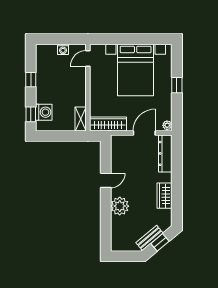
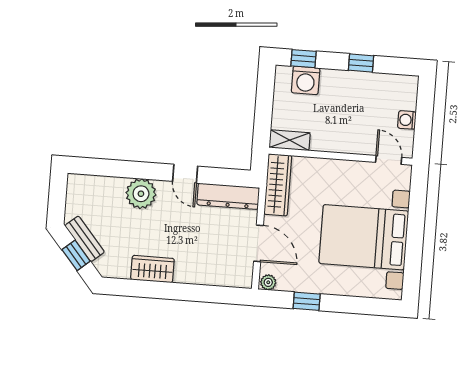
window: (177, 85) -> (307, 301), moved
dresser: (165, 153) -> (228, 196), moved, turned 180

